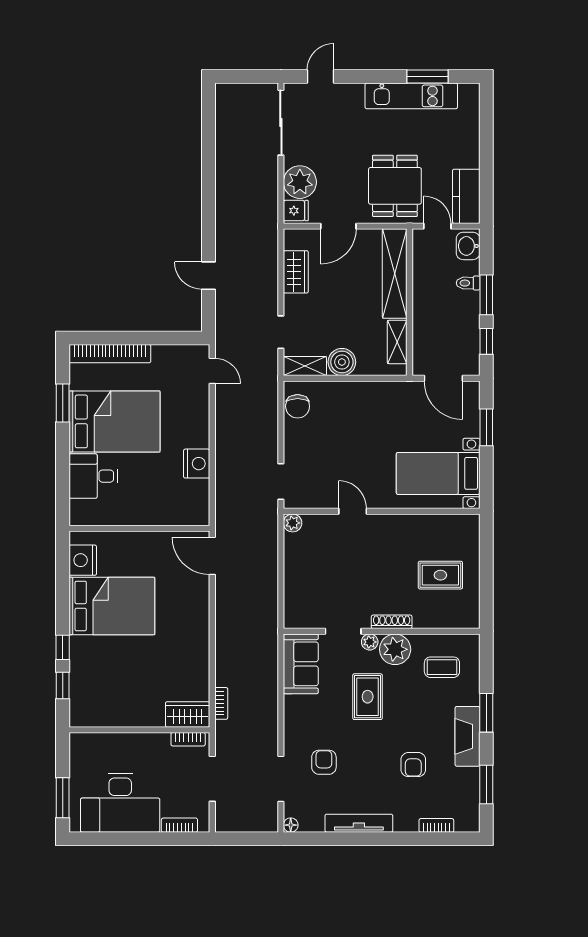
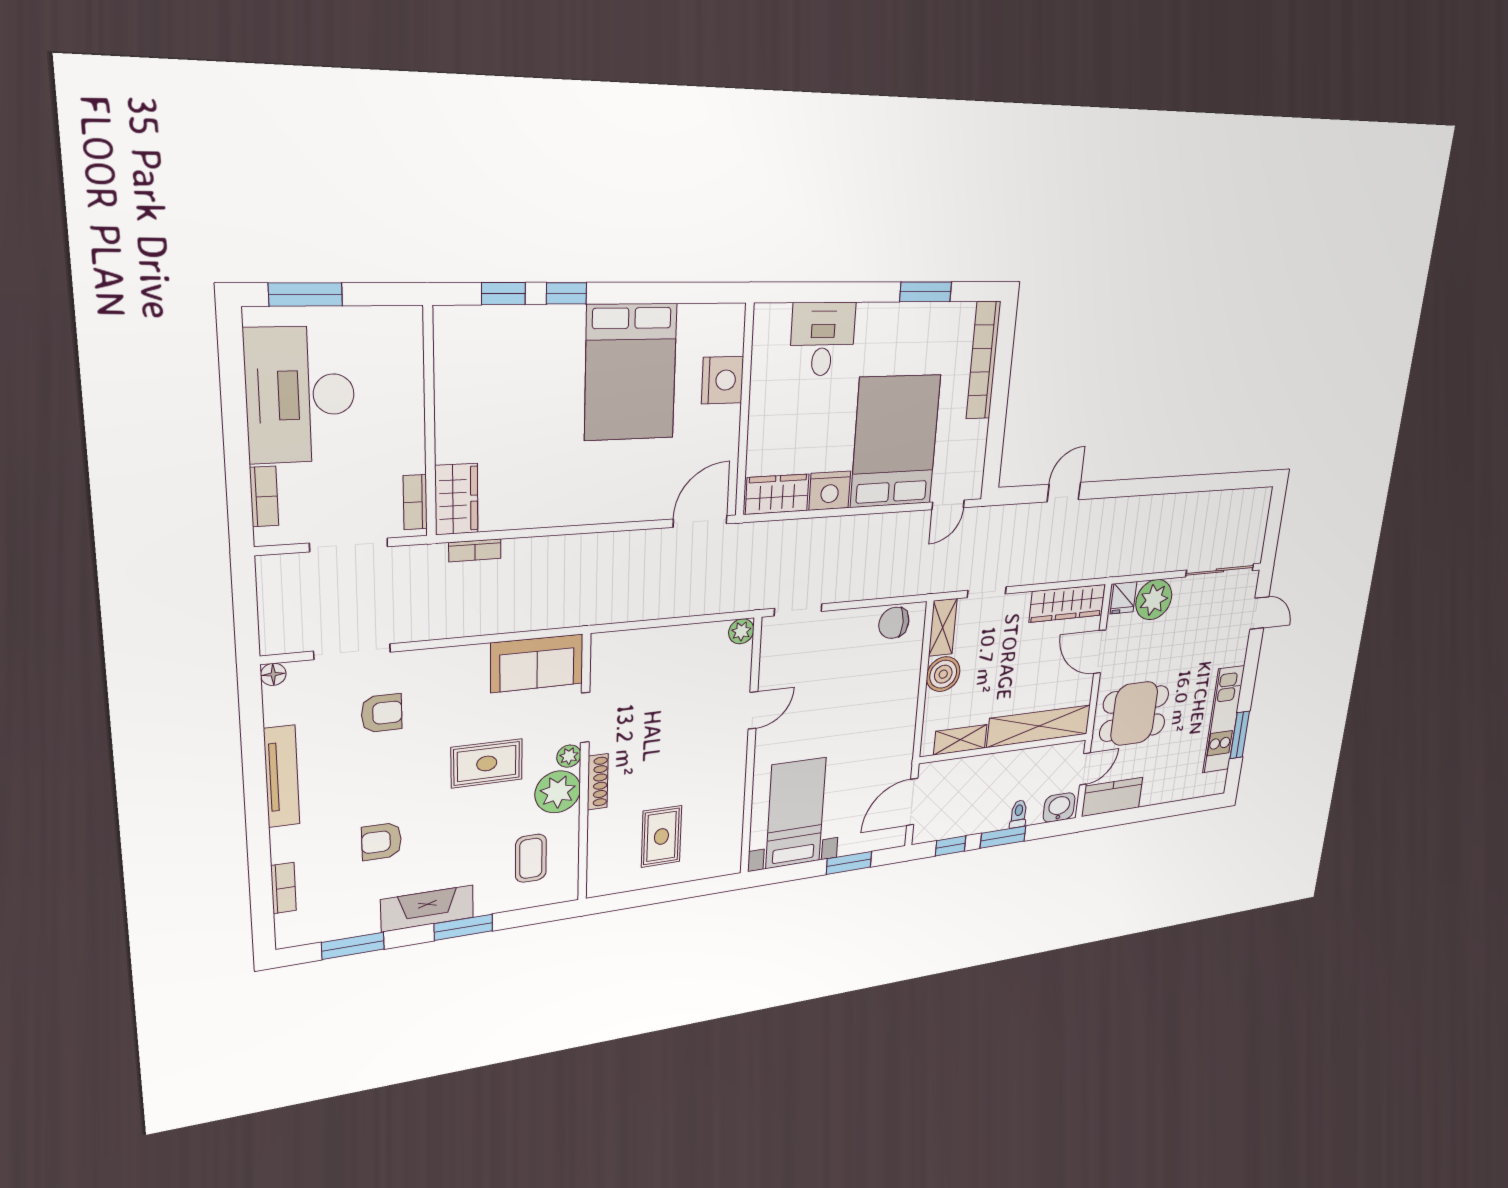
wardrobe: (296, 272) -> (1067, 603), width x1.50
bed: (114, 421) -> (895, 441), moved, turned 180
wardrobe: (197, 502) -> (777, 494), added
nightstand: (83, 560) -> (722, 380), moved, turned 90

